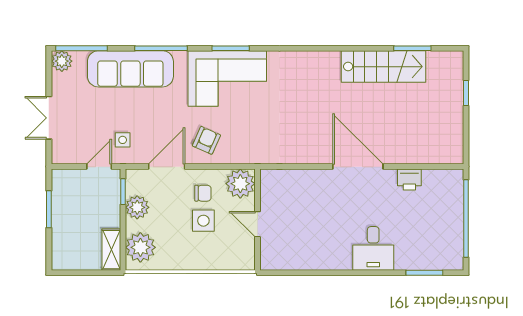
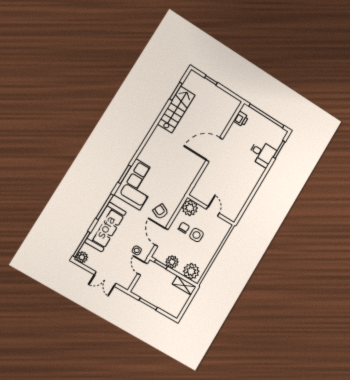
printer: (409, 180) -> (241, 119), moved
door: (257, 224) -> (213, 211), swing flipped
desk: (373, 248) -> (262, 154), moved

